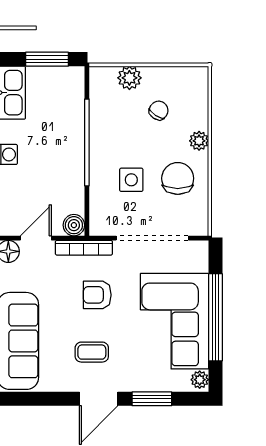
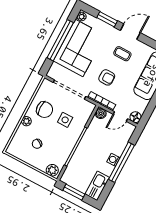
plant: (129, 78) -> (52, 170), moved
chair: (178, 178) -> (44, 110), turned -90

